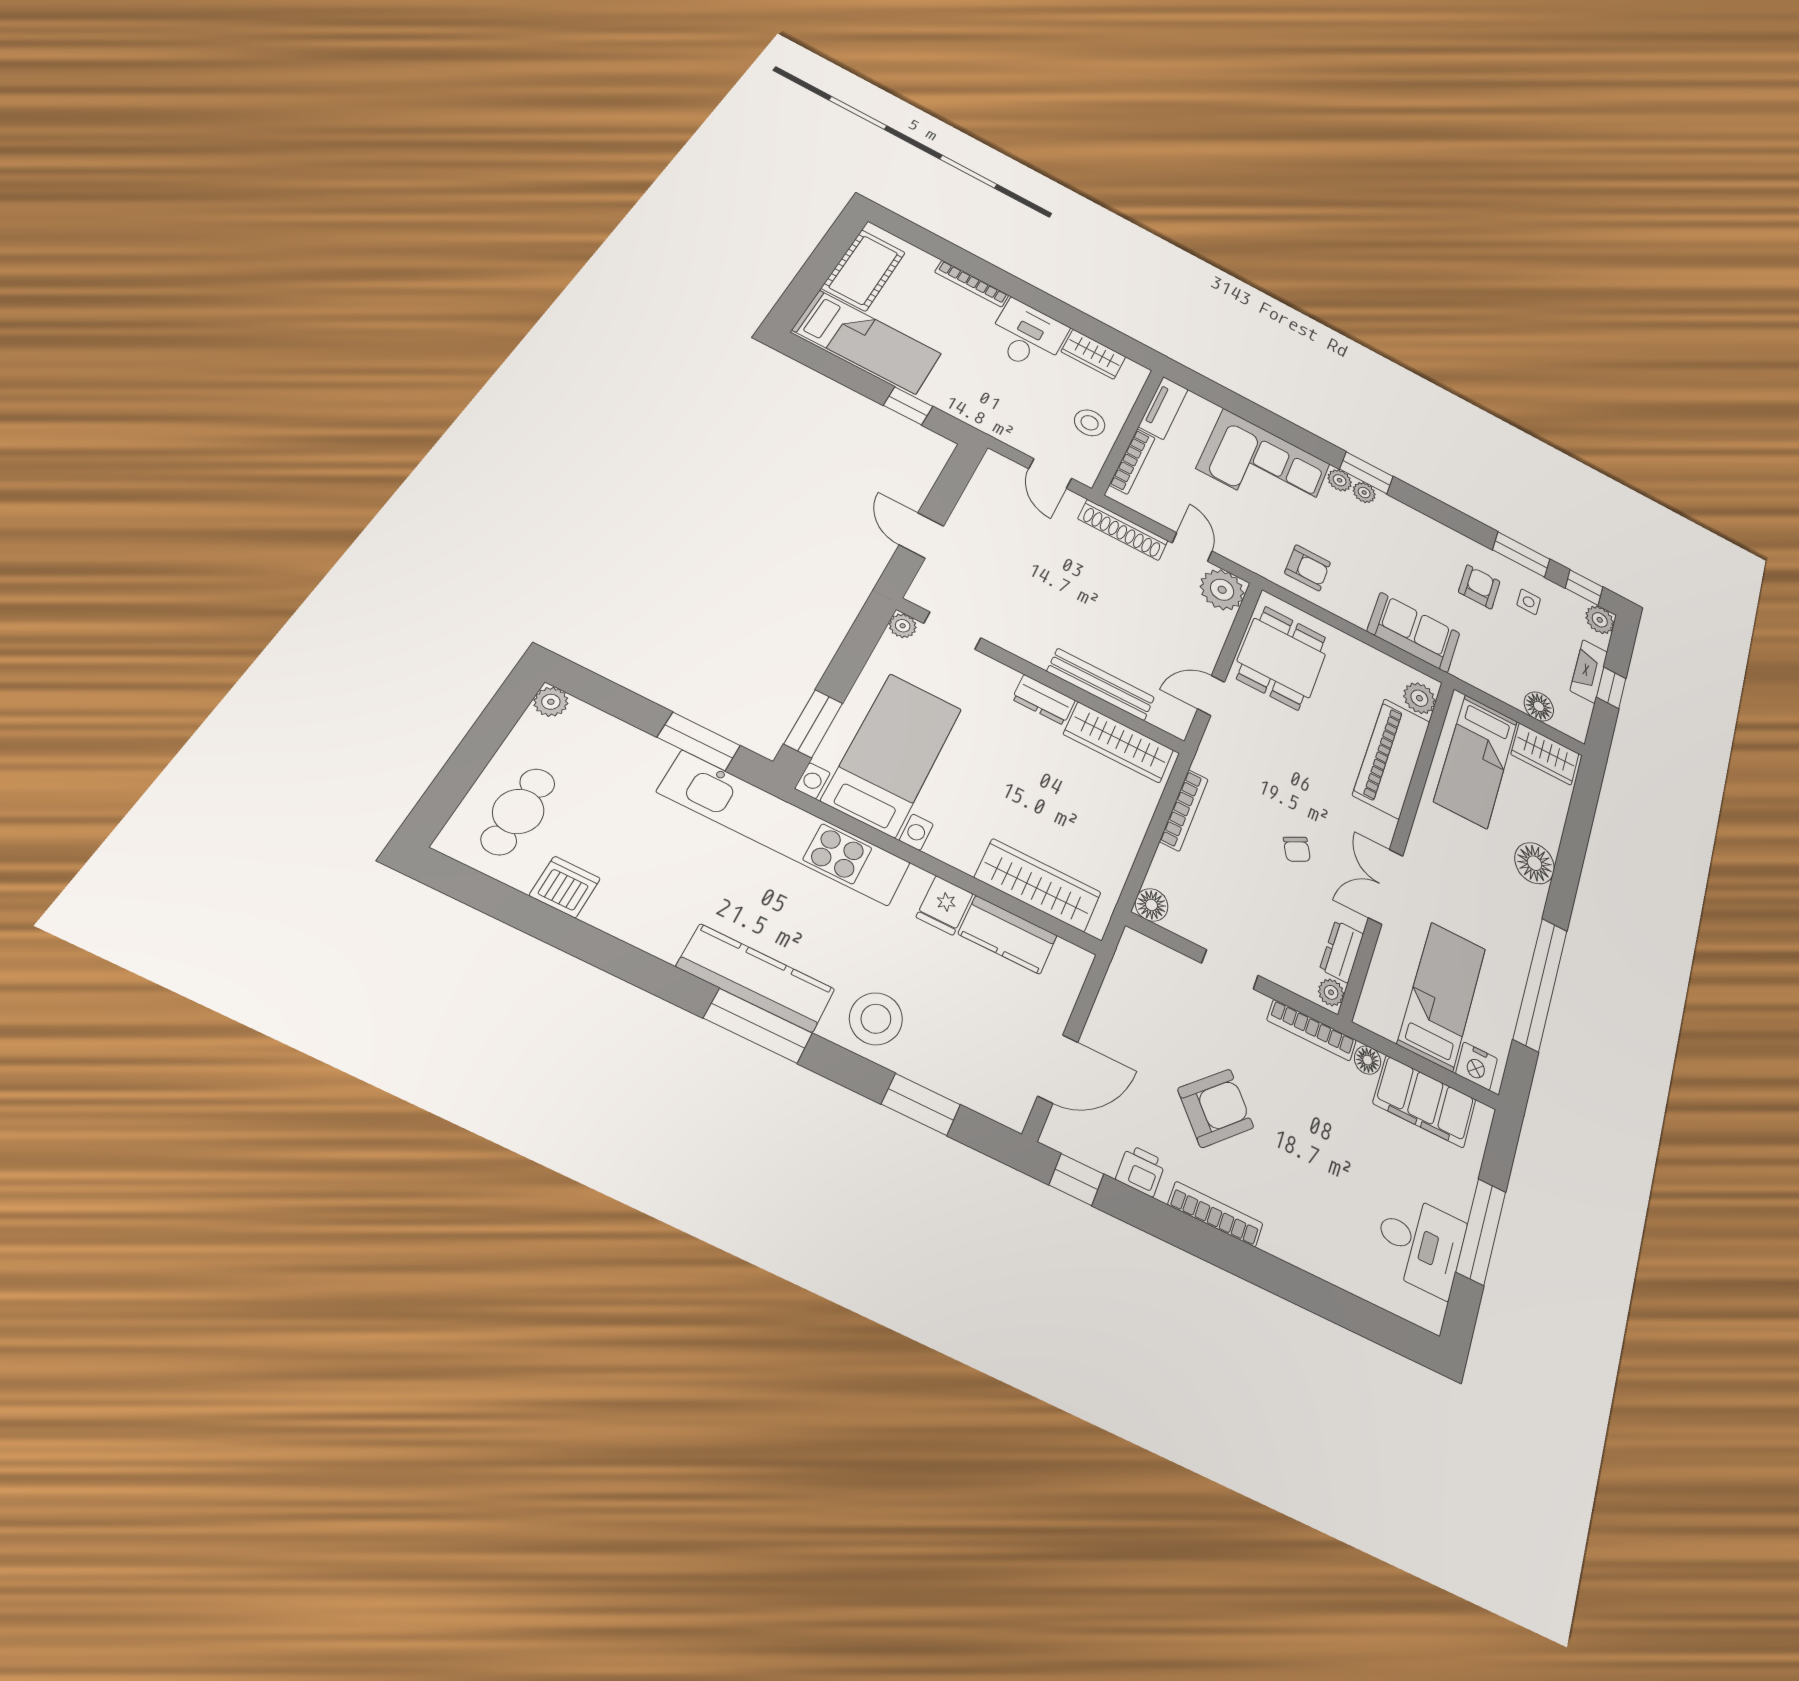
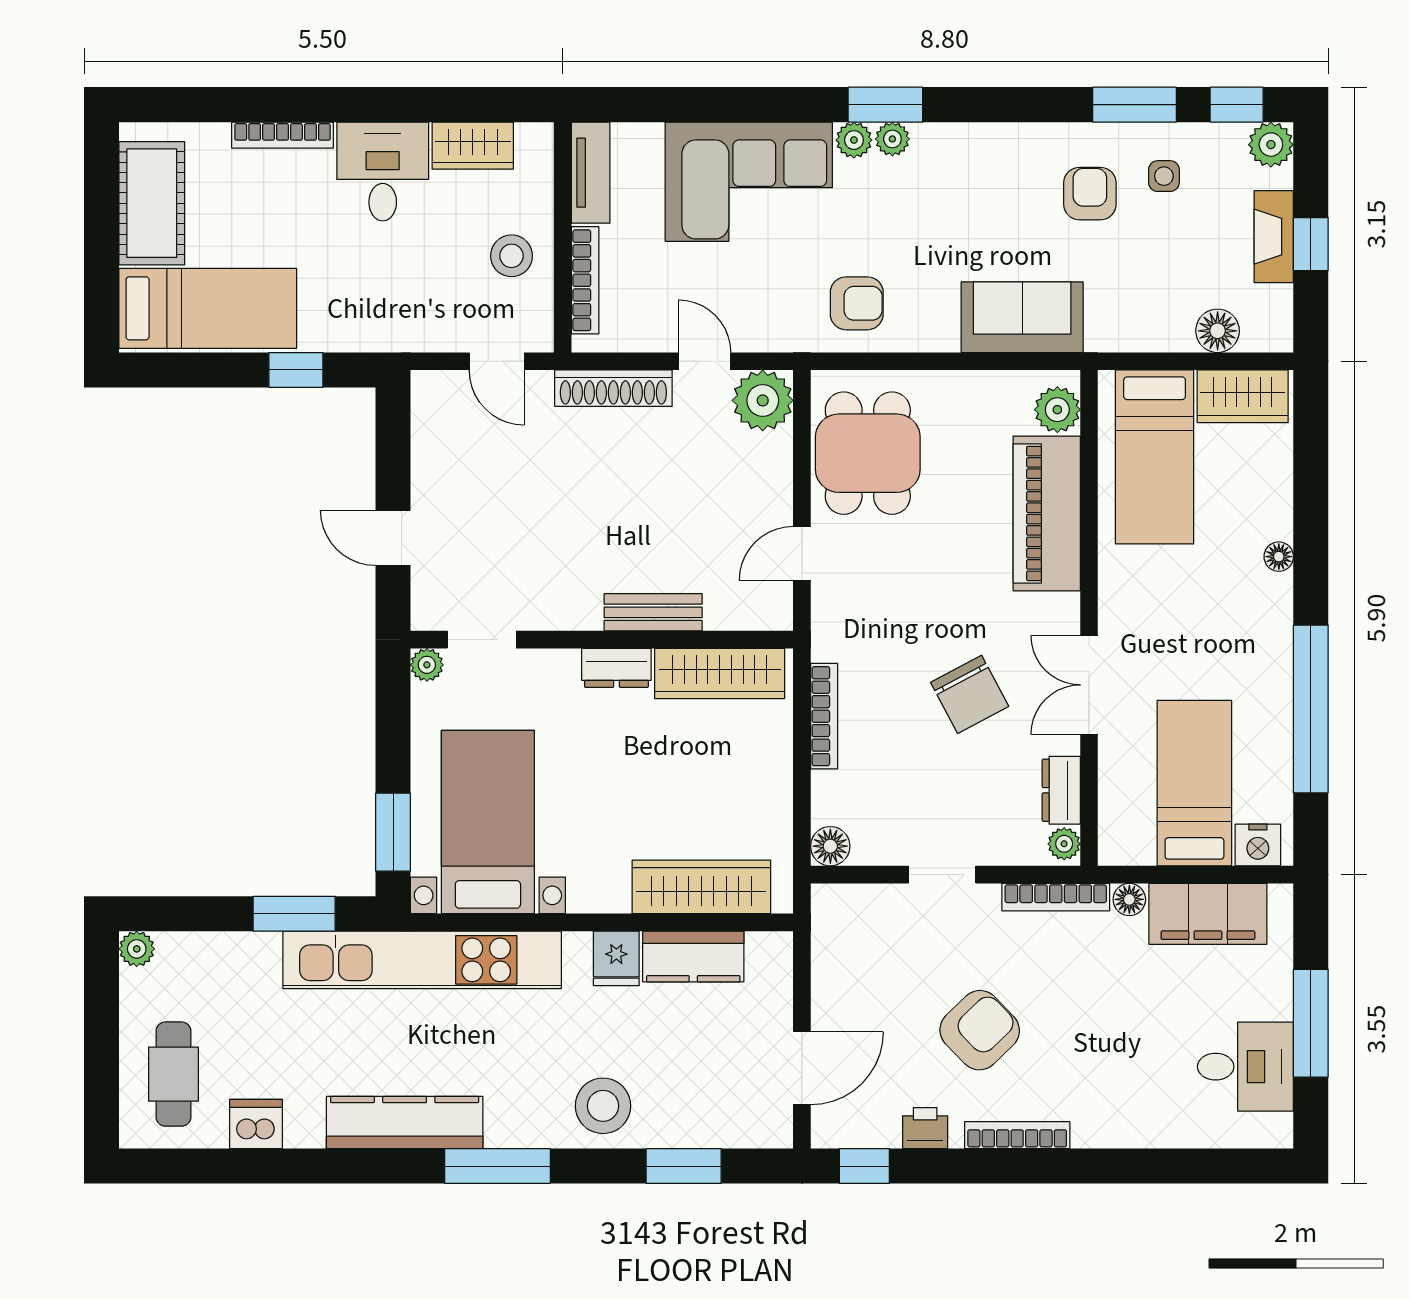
bench: (1101, 684) -> (653, 612), width x0.73
chair: (1297, 849) -> (970, 694), width x1.87, depth x1.87
floor lamp: (1535, 863) -> (1279, 557), width x0.53, depth x0.53
kitchen counter: (756, 978) -> (405, 1123), moved

